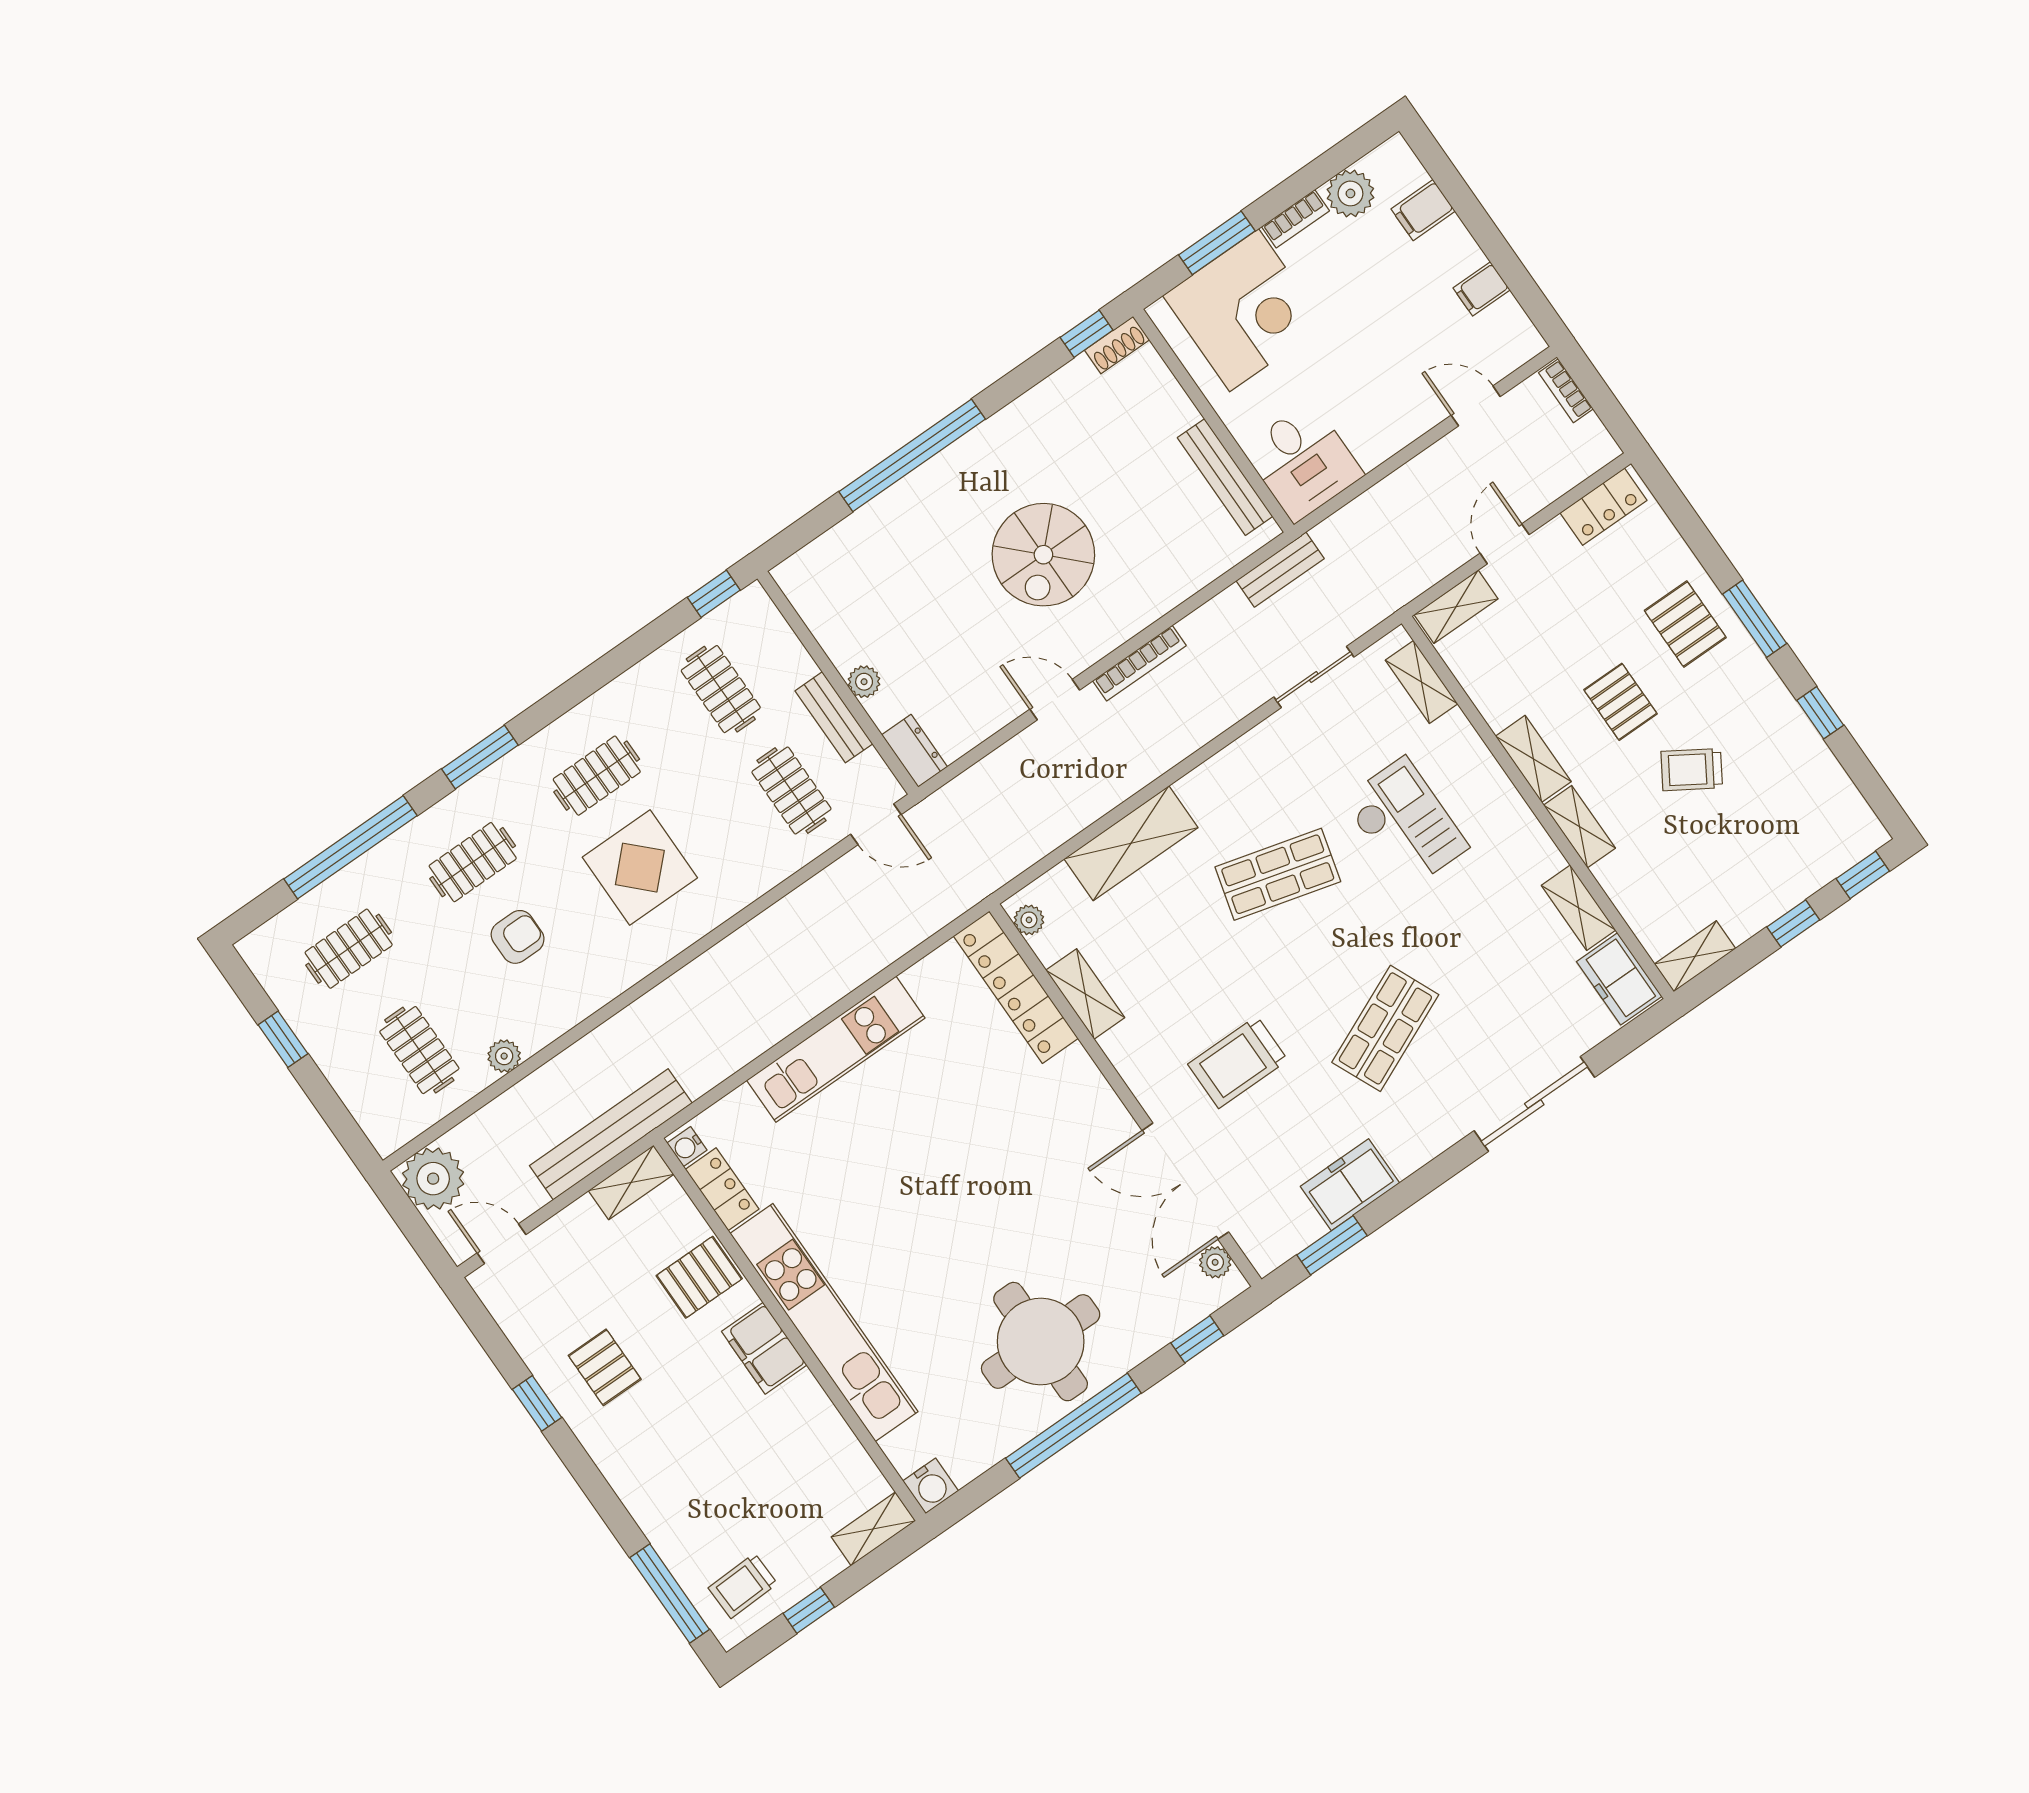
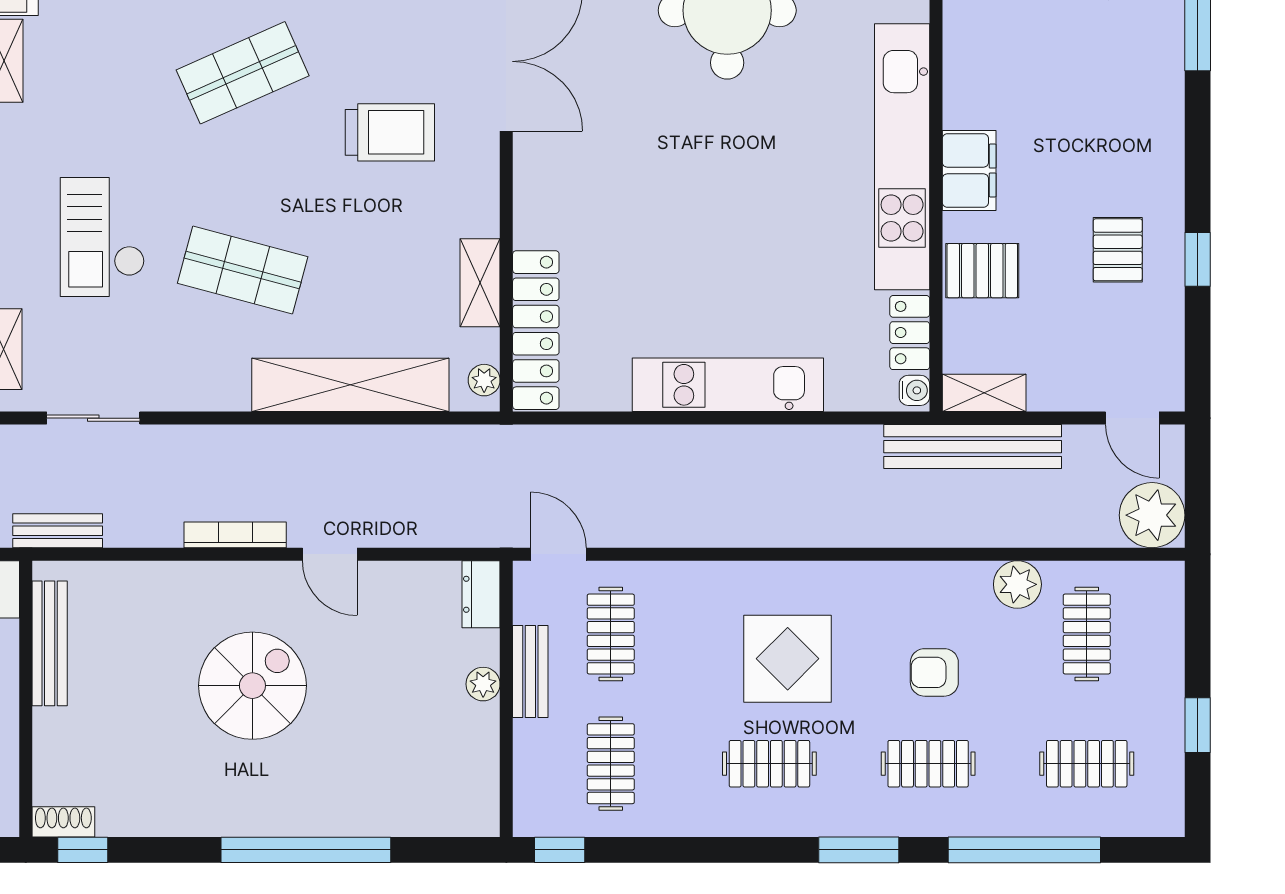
shelving: (1131, 843) -> (350, 385), width x1.47
plant: (504, 1056) -> (1017, 584), width x1.38, depth x1.38

